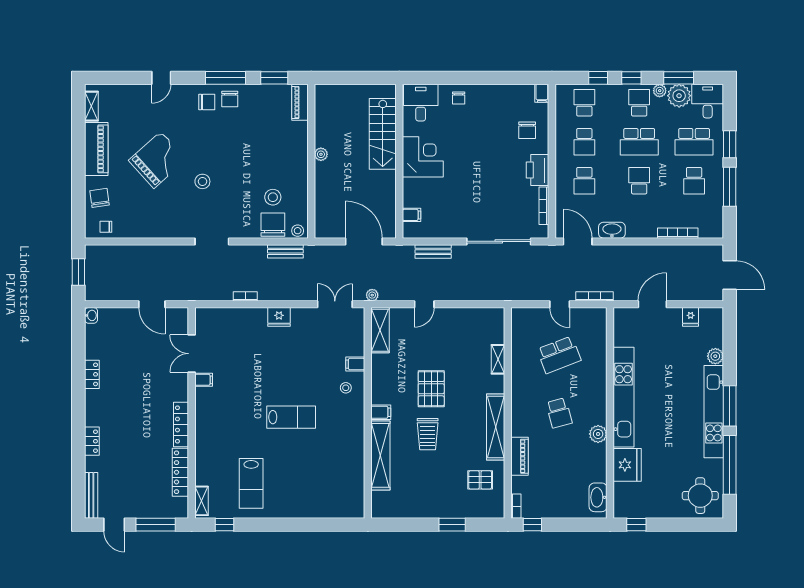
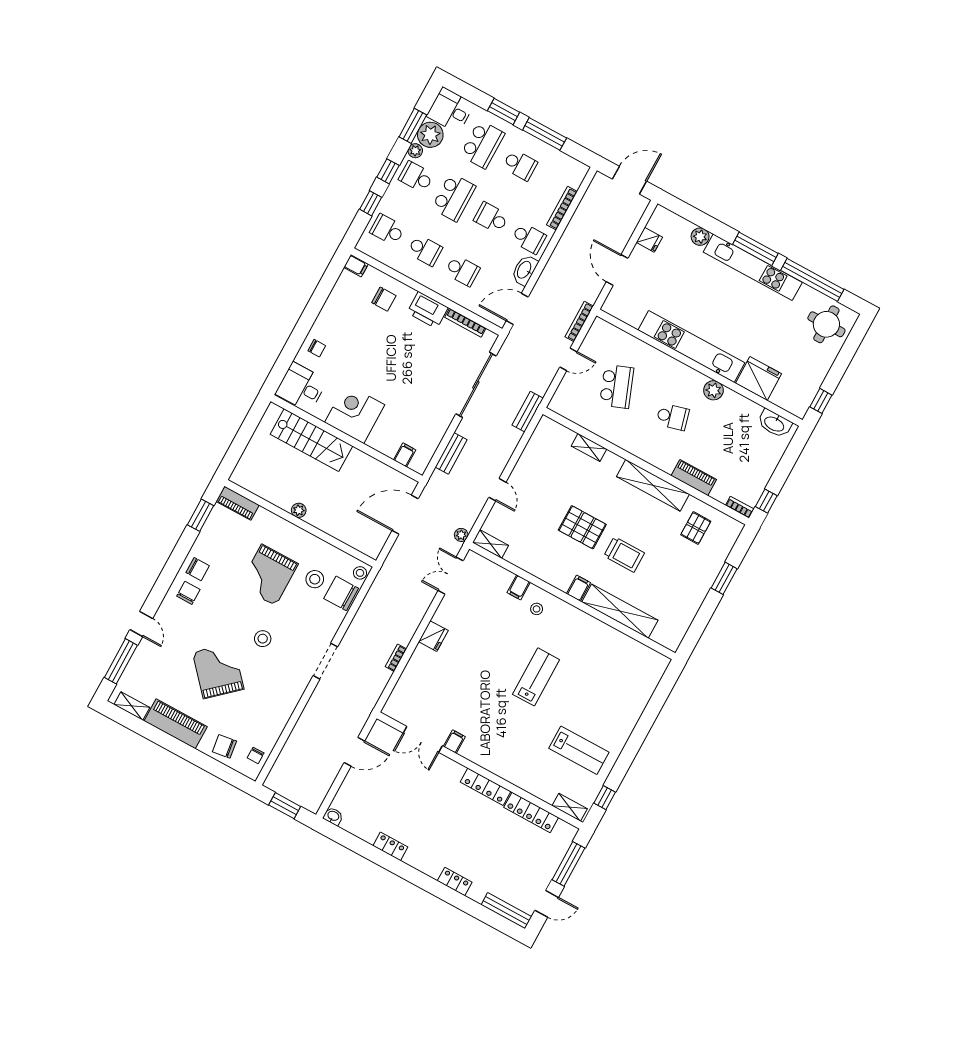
window: (226, 78) -> (121, 661), moved
grand piano: (256, 158) -> (269, 575), added
school desk: (639, 220) -> (529, 238), added
bench: (285, 251) -> (528, 412), moved
shelving: (380, 330) -> (491, 544), width x0.67, depth x0.75

